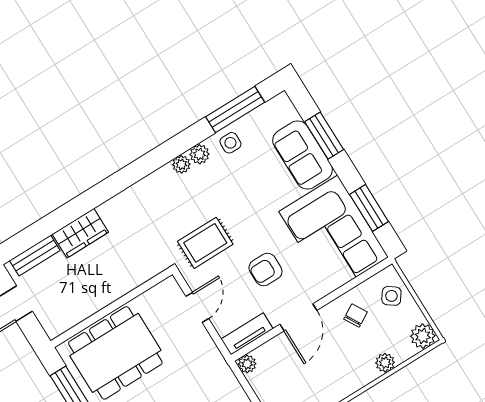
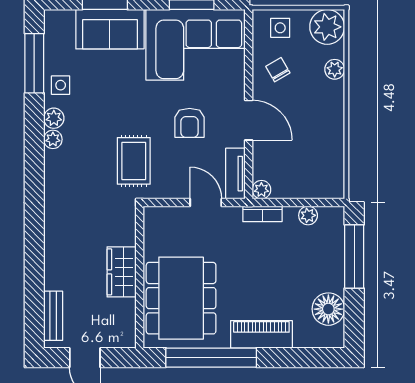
wardrobe: (80, 233) -> (122, 272), moved, turned 180
side table: (391, 296) -> (280, 28), turned -36
door: (197, 307) -> (206, 203), moved
plant: (423, 336) -> (327, 27), width x1.36, depth x1.36
bookcase: (227, 377) -> (262, 214), added

